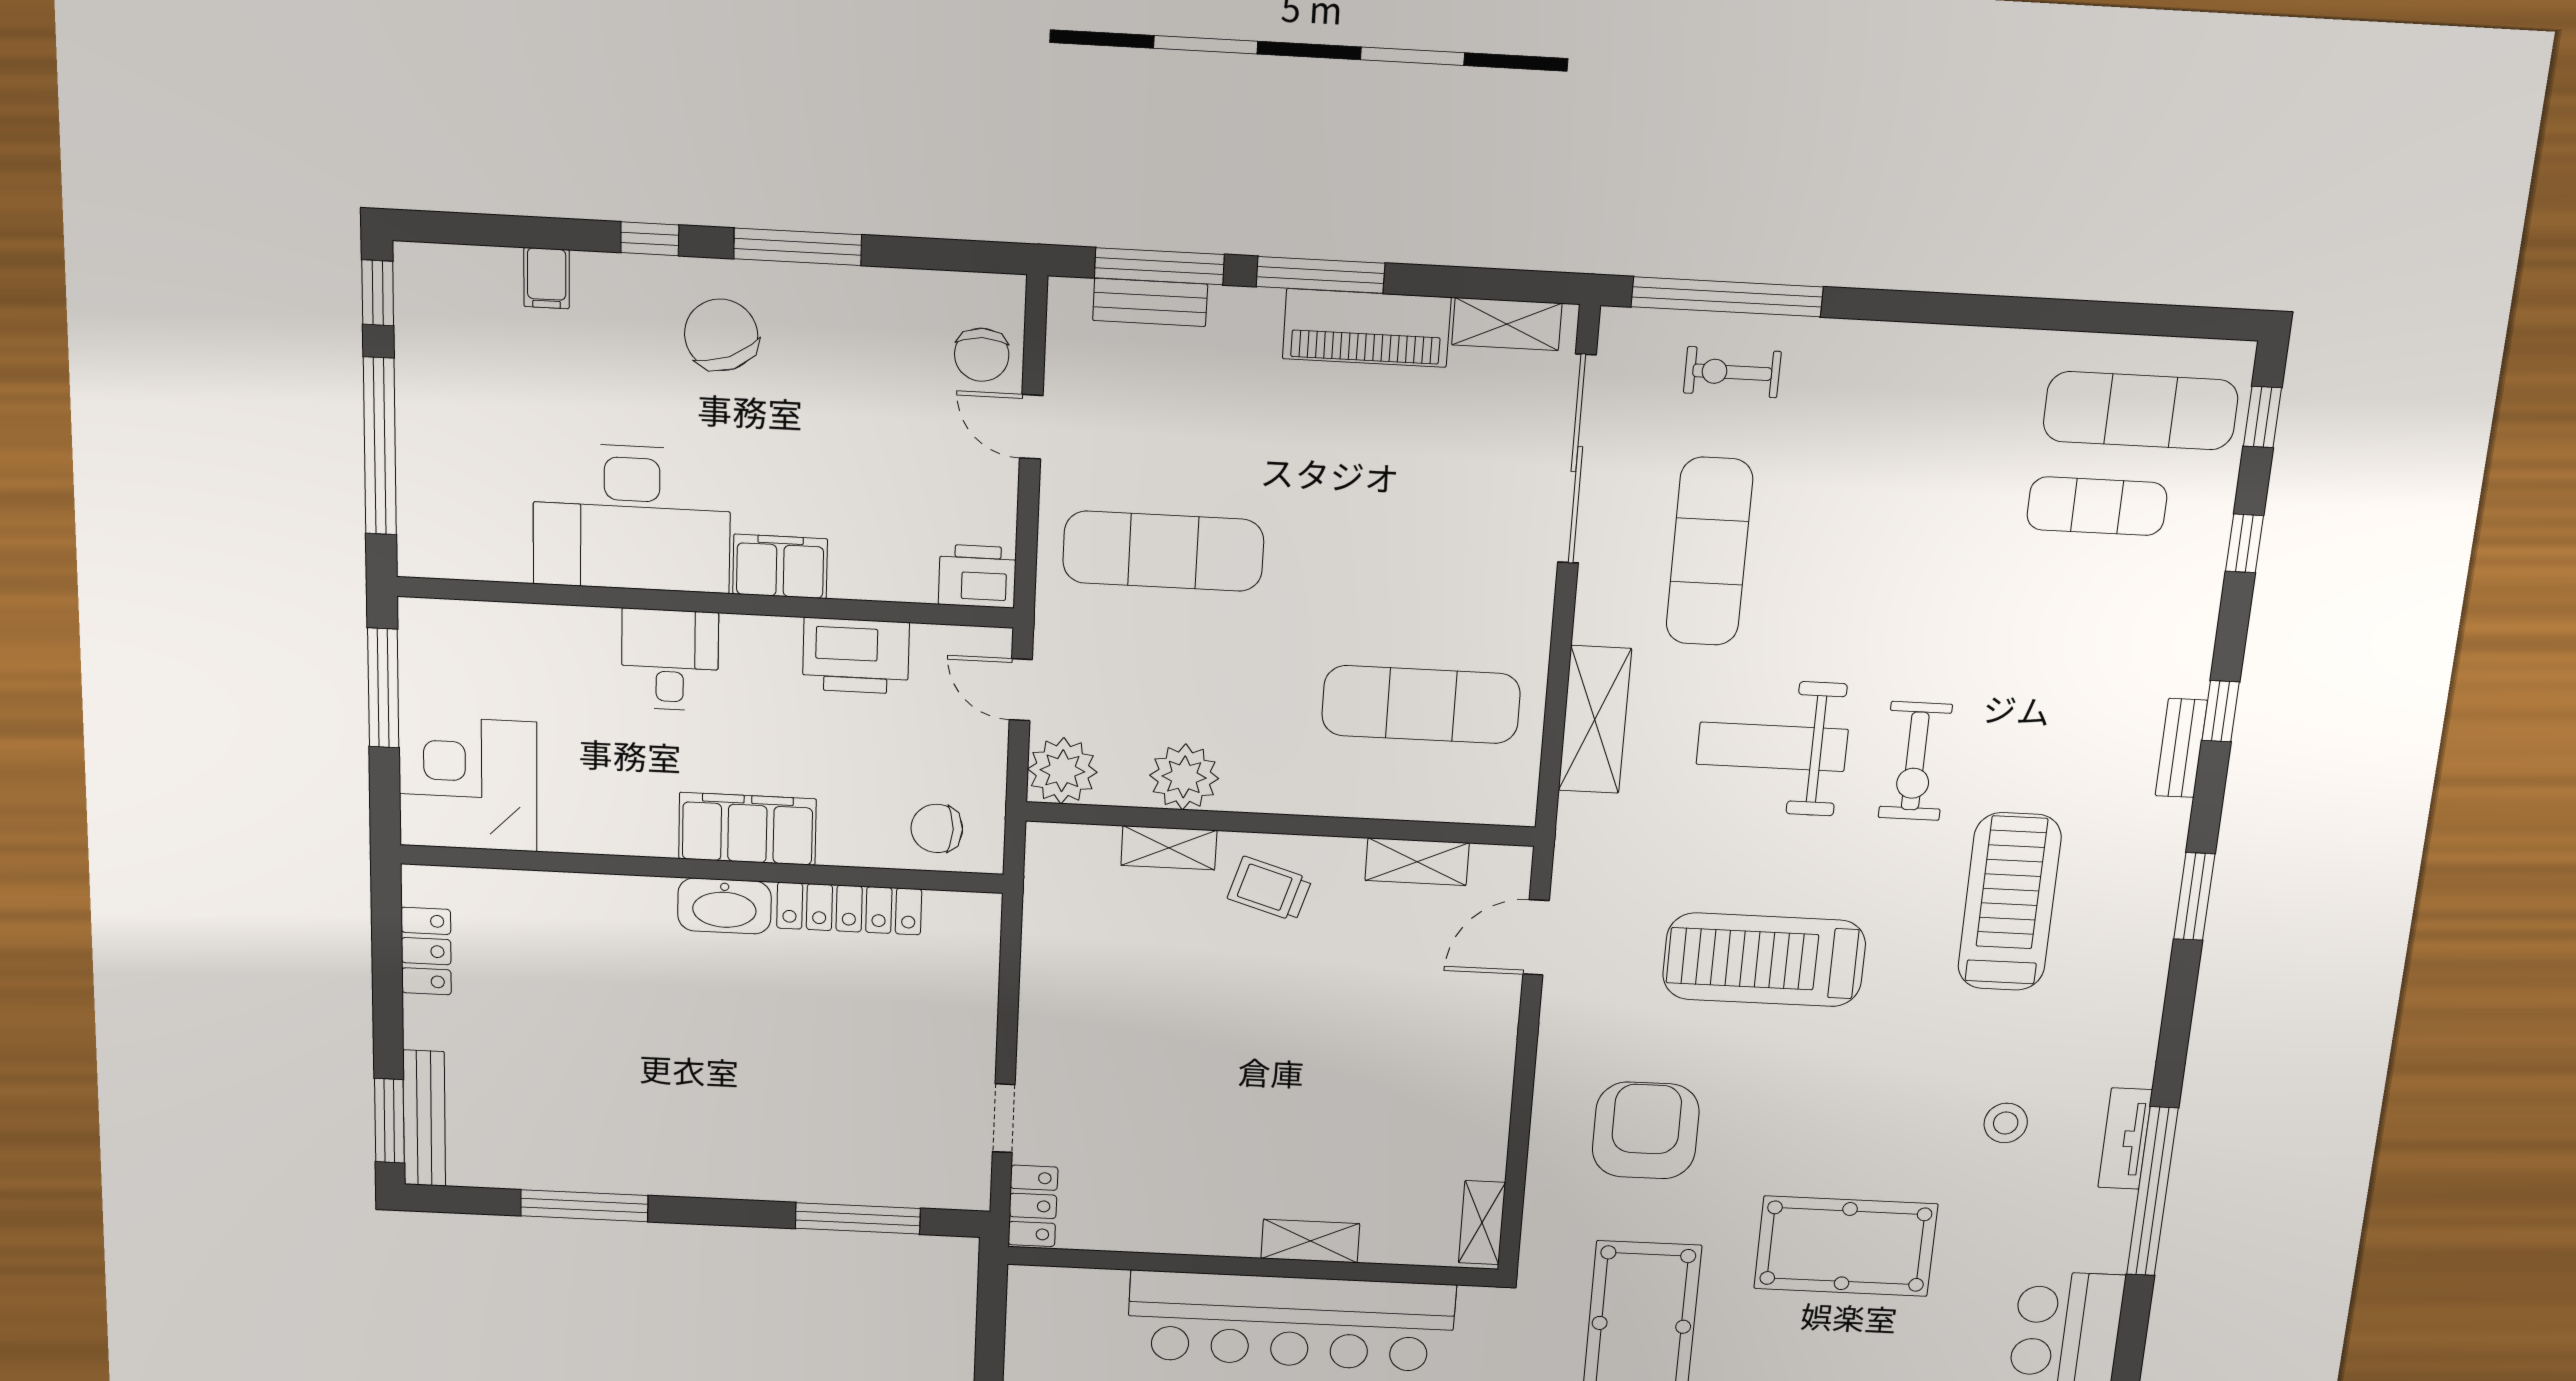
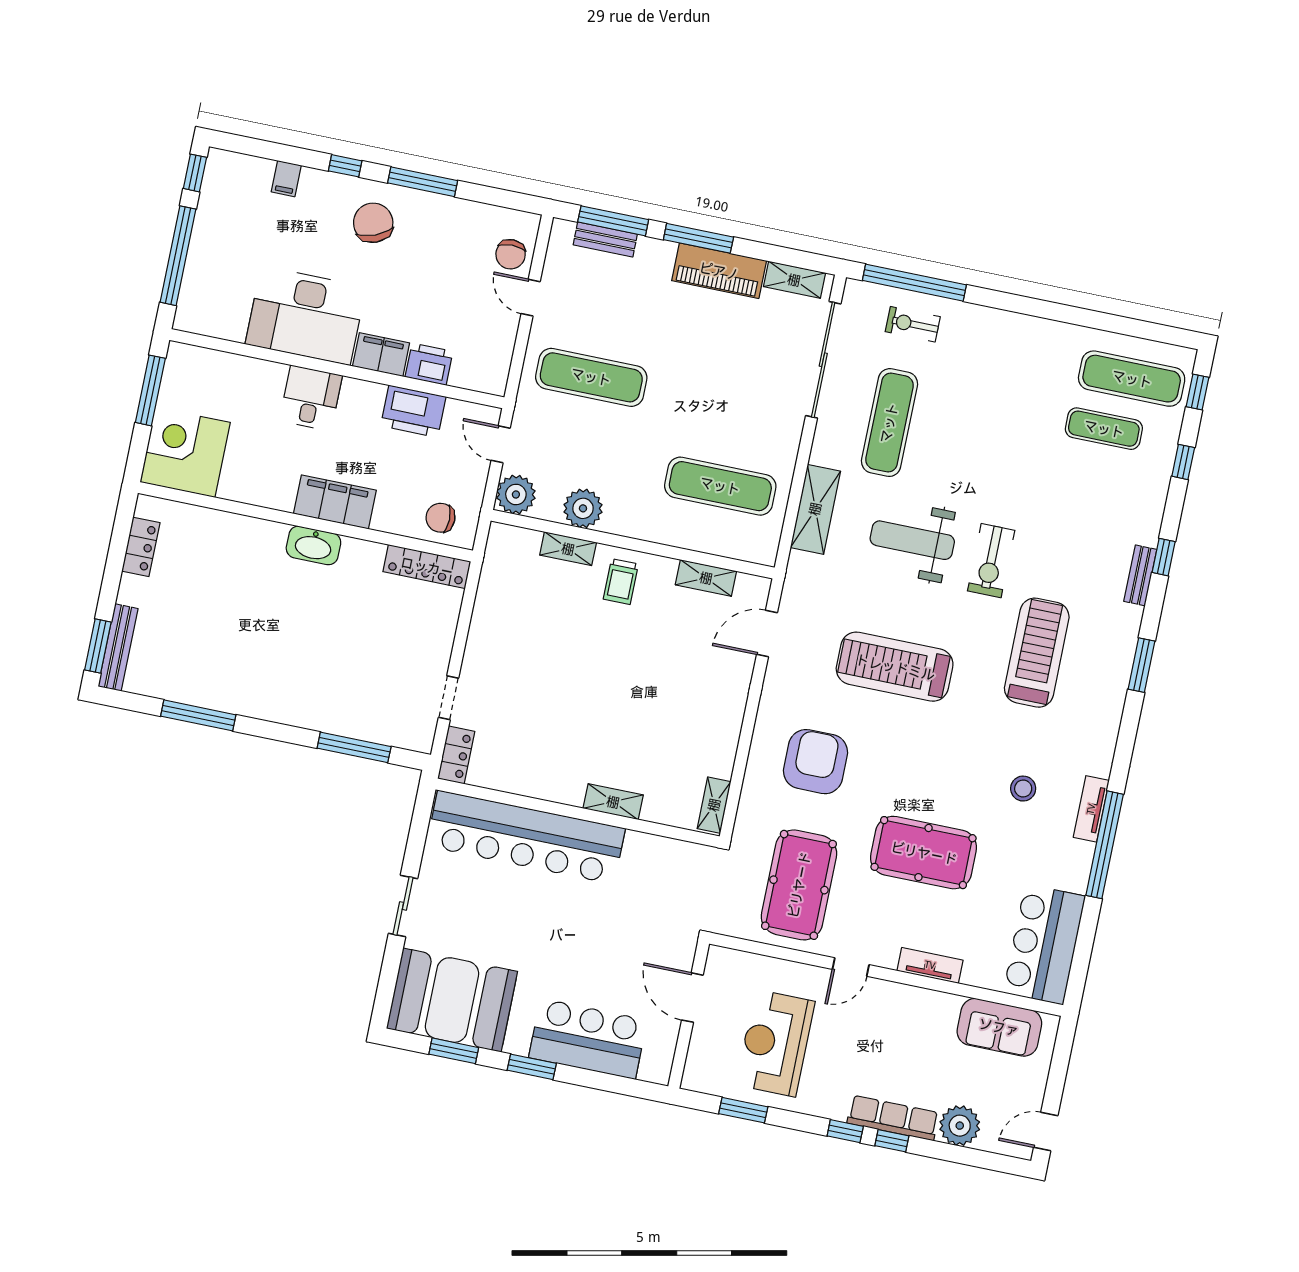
printer: (977, 576) -> (429, 364), moved
trolley: (1269, 889) -> (621, 582), turned -107
locker: (849, 909) -> (427, 567), moved
bar counter: (1291, 1321) -> (526, 837), moved

